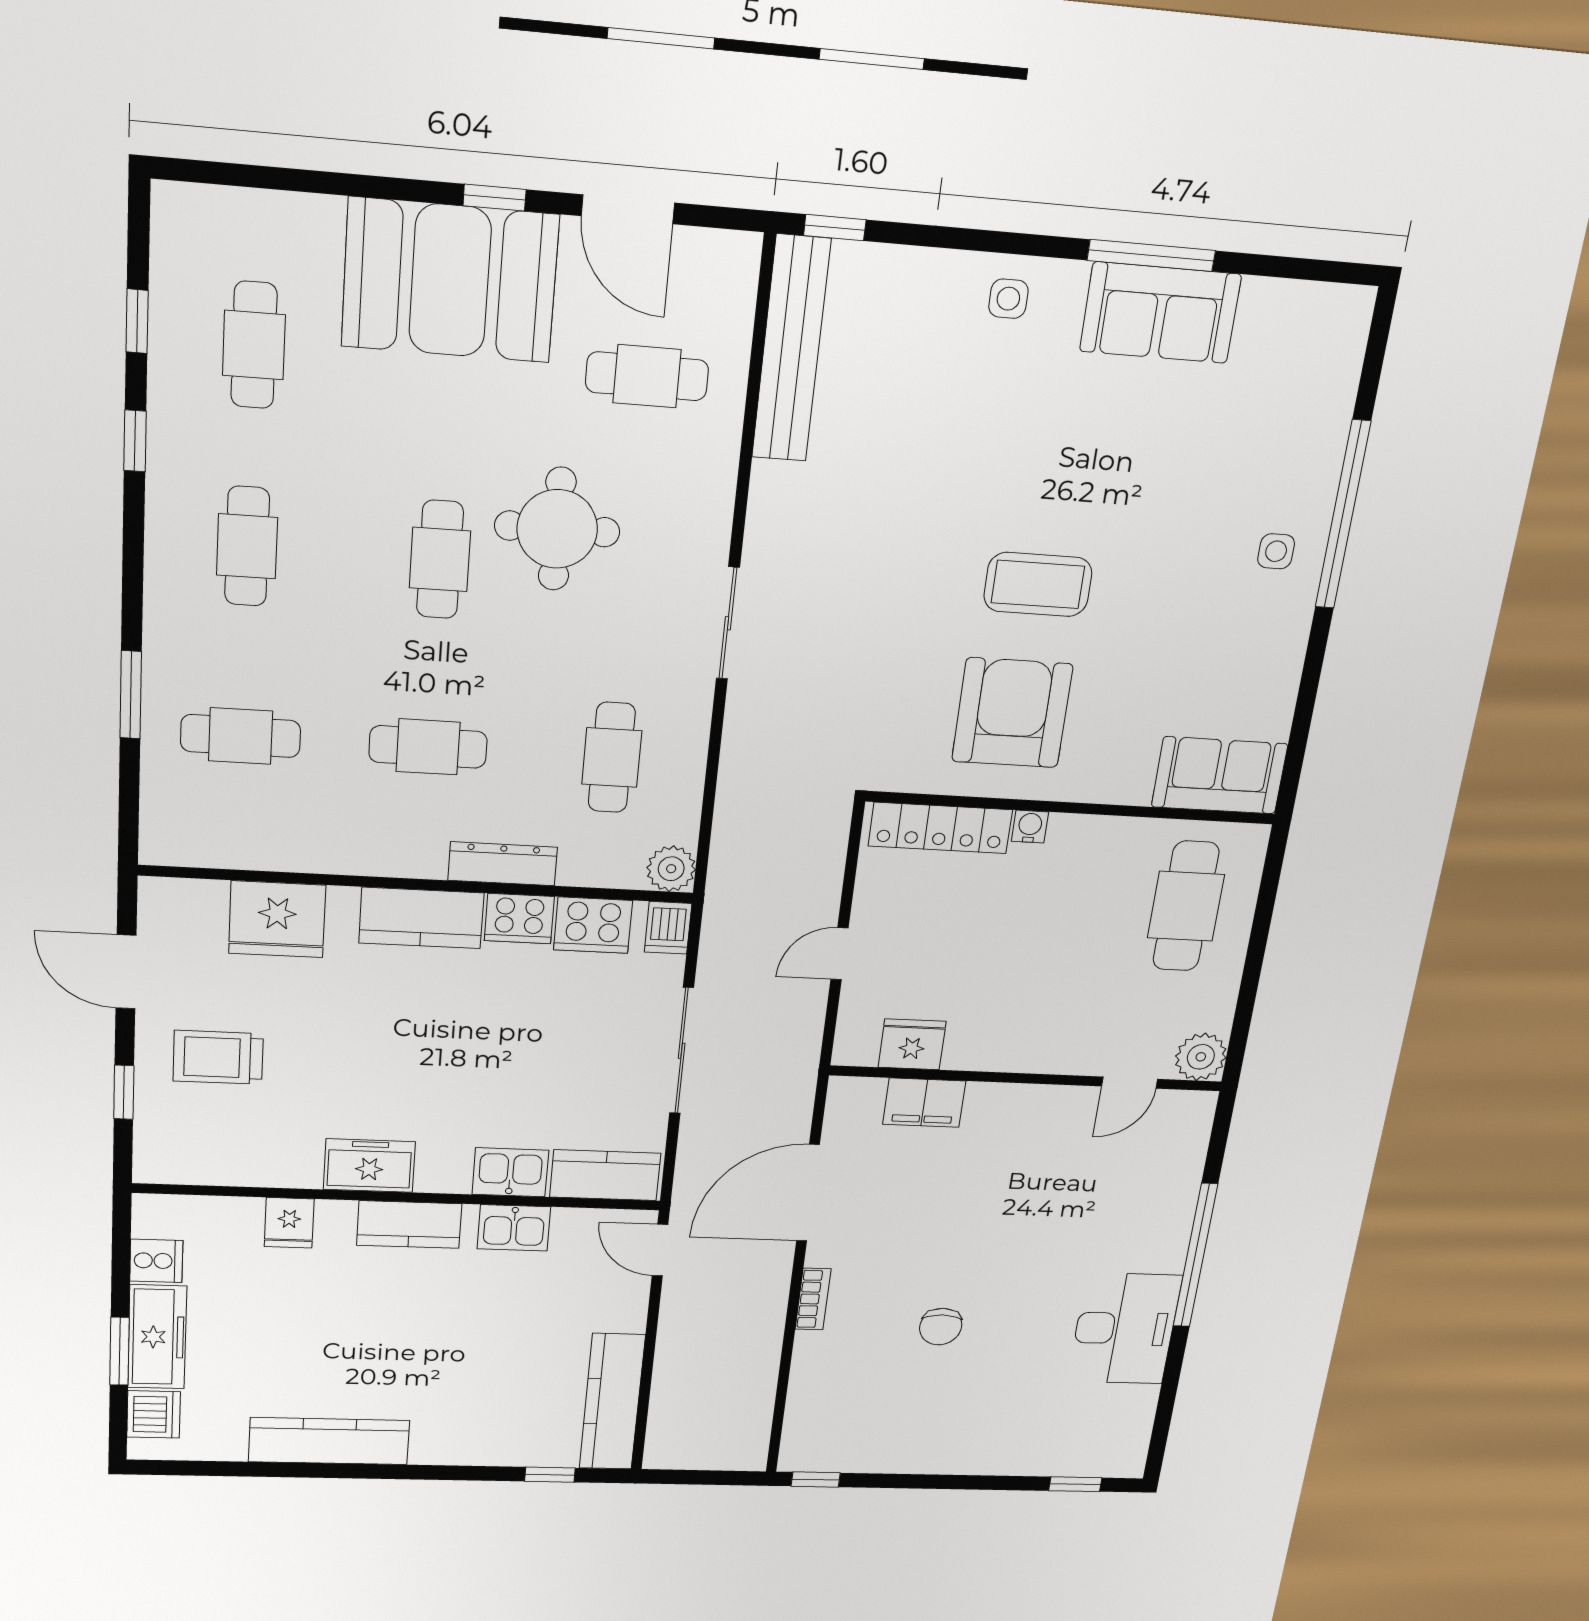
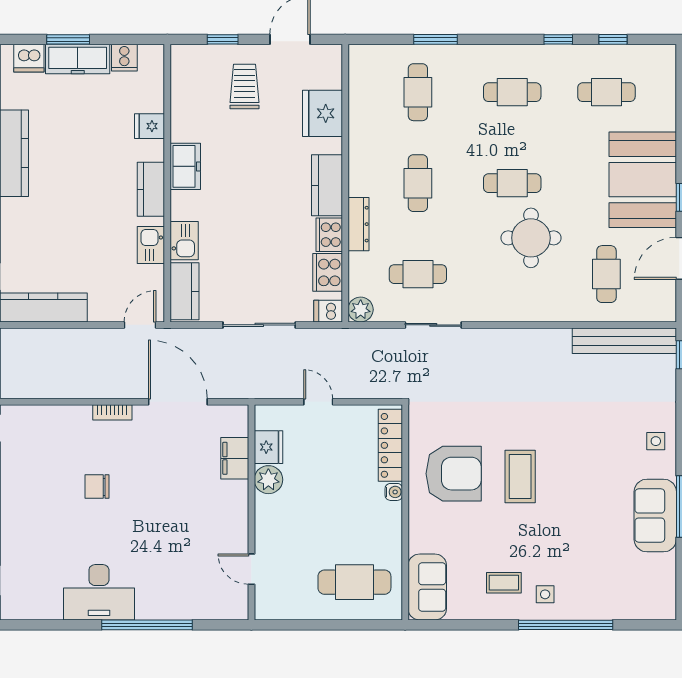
sliding door: (728, 623) -> (433, 325), moved
coffee table: (1239, 630) -> (504, 583), added
plant: (1201, 1057) -> (268, 480), moved

